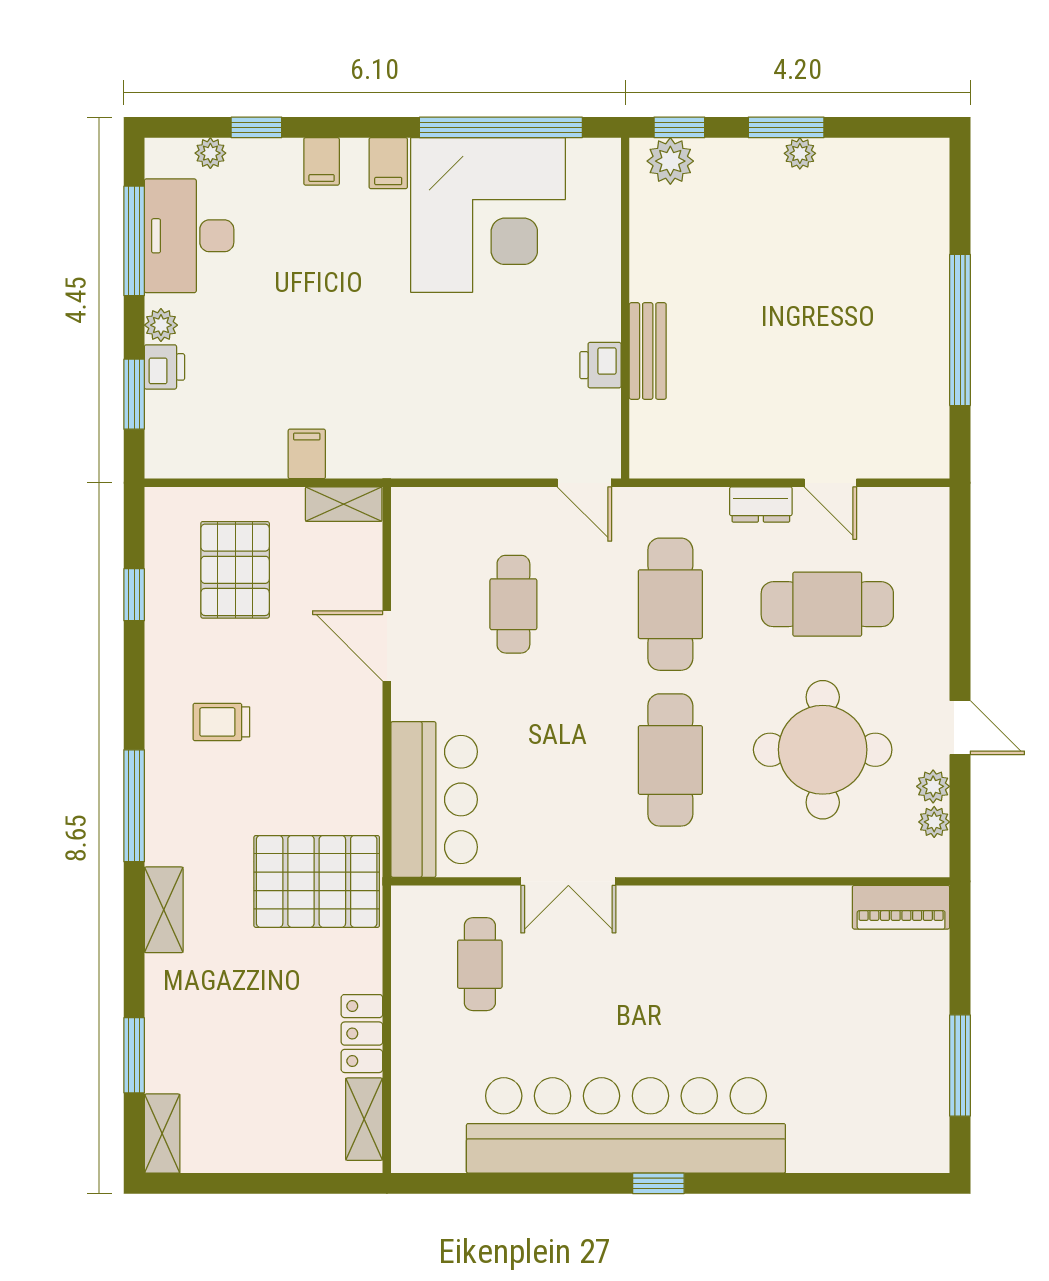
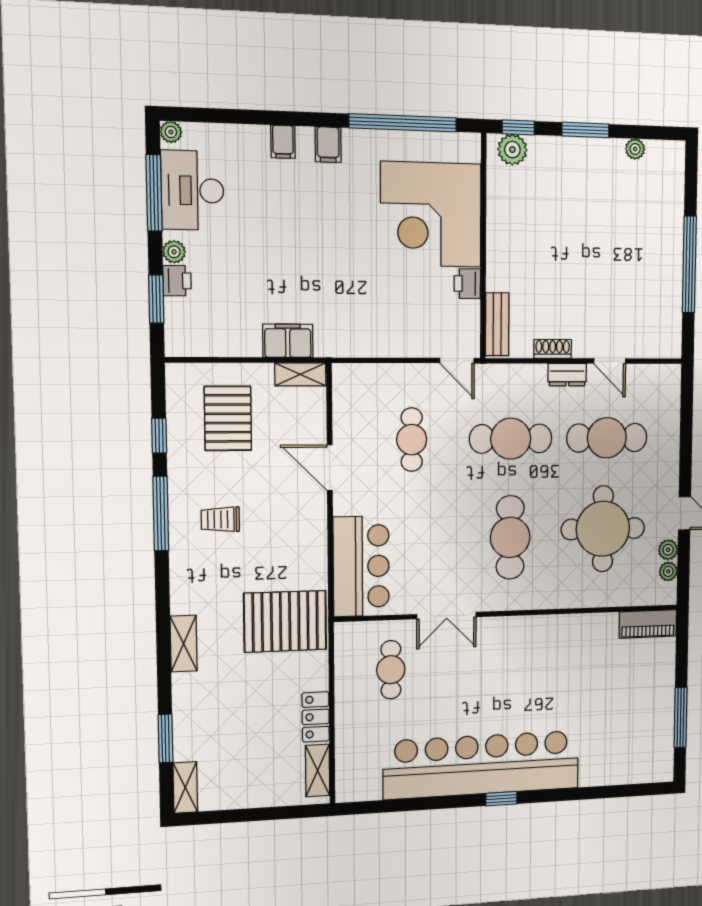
window: (256, 127) -> (238, 116), removed
plant: (210, 153) -> (171, 132), moved
plant: (800, 153) -> (635, 149), moved
corner desk: (488, 215) -> (431, 214), moved, turned 90
bench: (648, 351) -> (497, 324), moved
filing cabinet: (307, 454) -> (288, 341), width x2.00
shoe rack: (737, 464) -> (553, 349), added
cafe table: (670, 604) -> (511, 439), turned 90
window: (134, 806) -> (161, 514), moved

